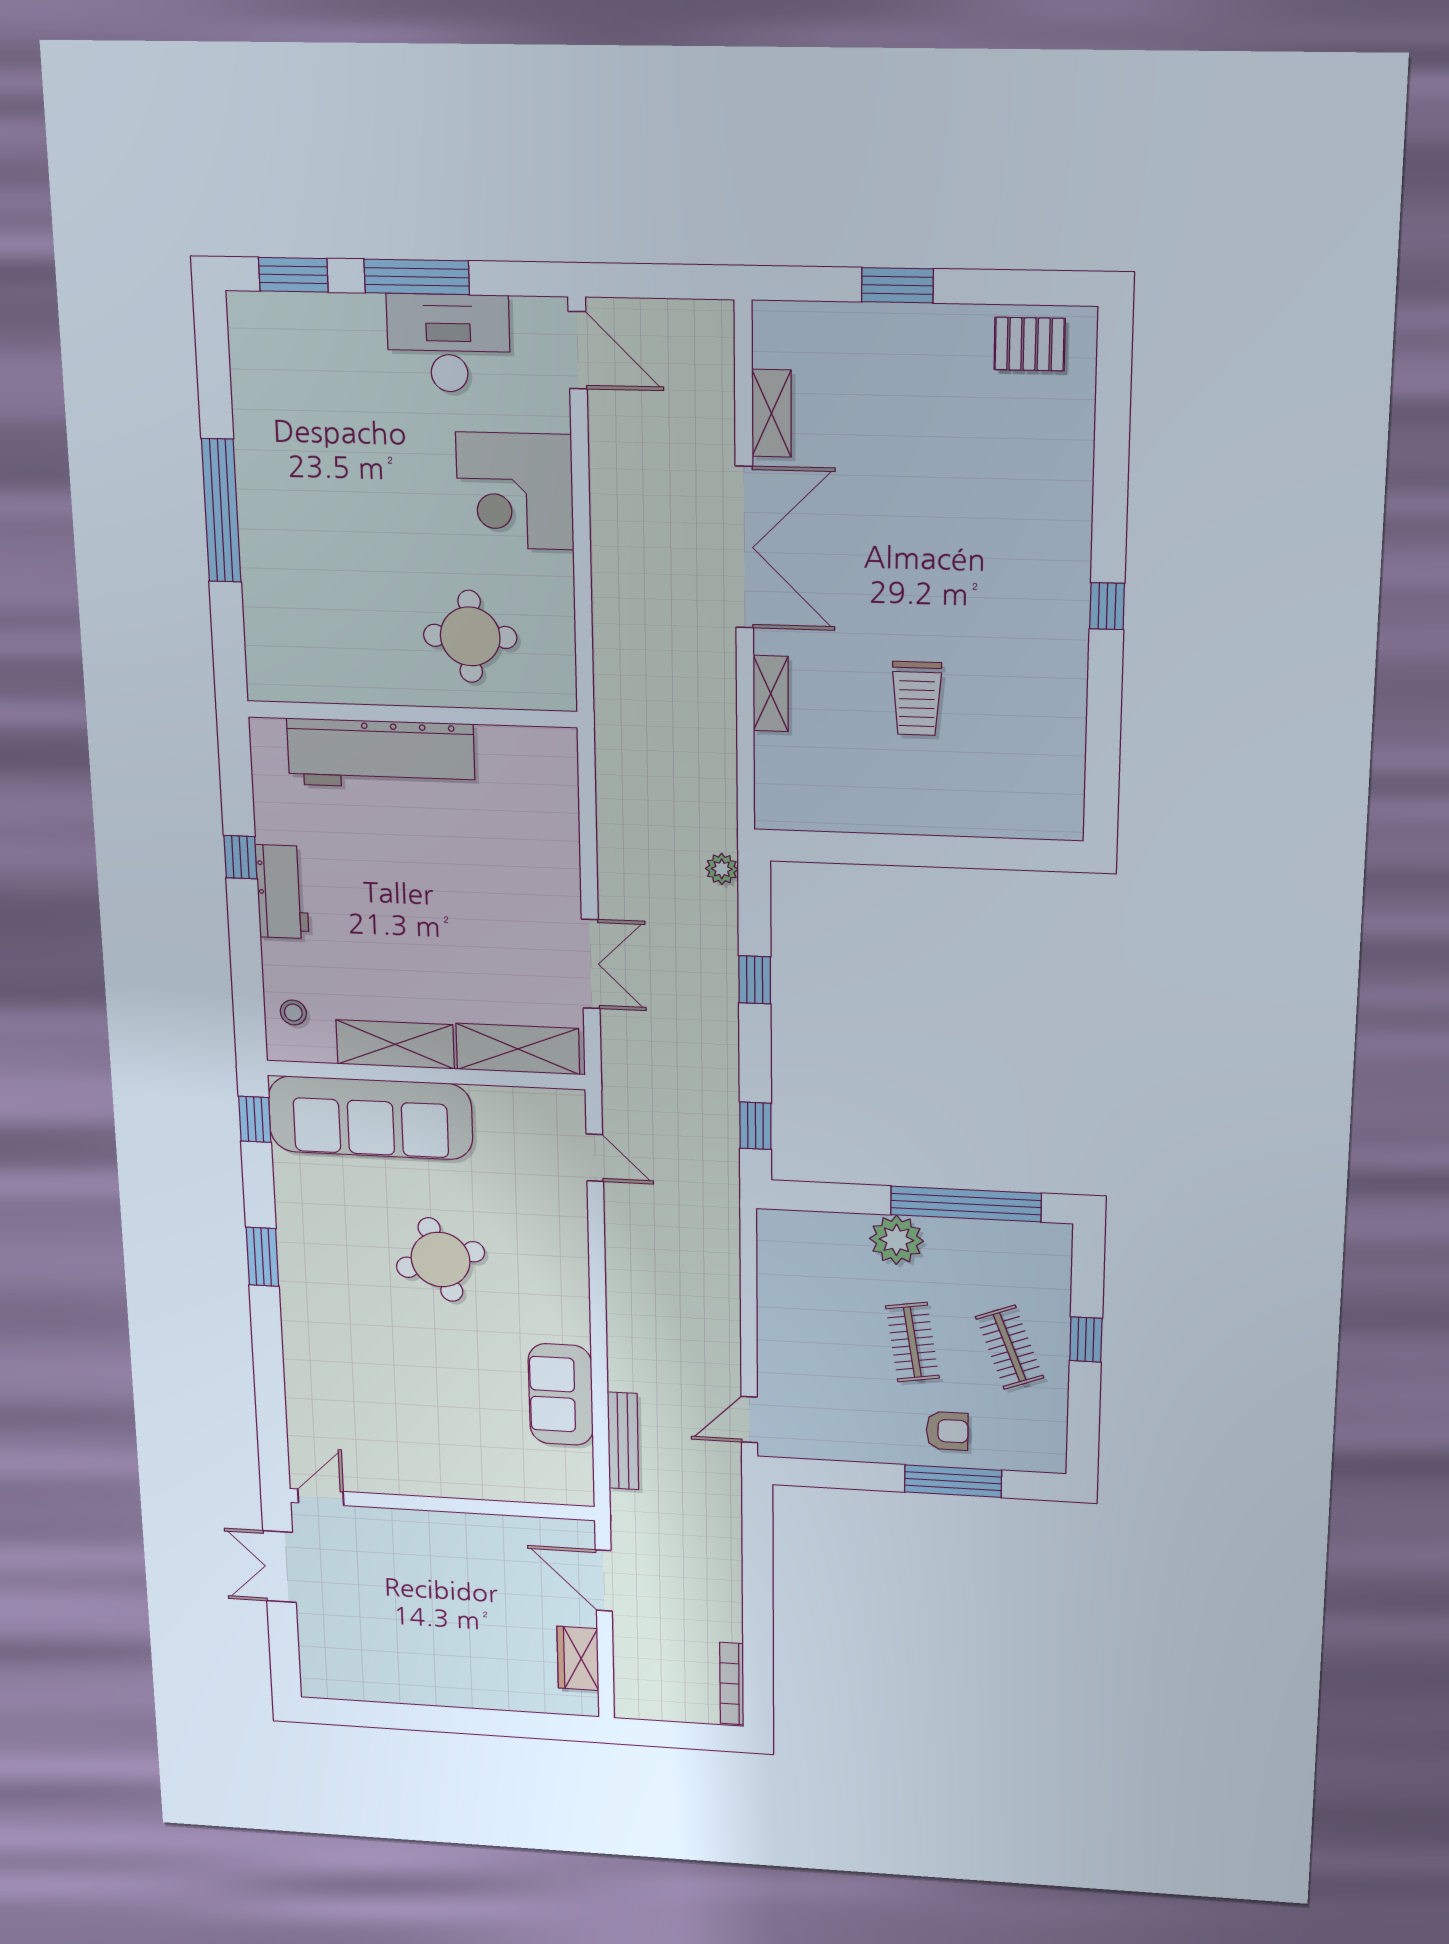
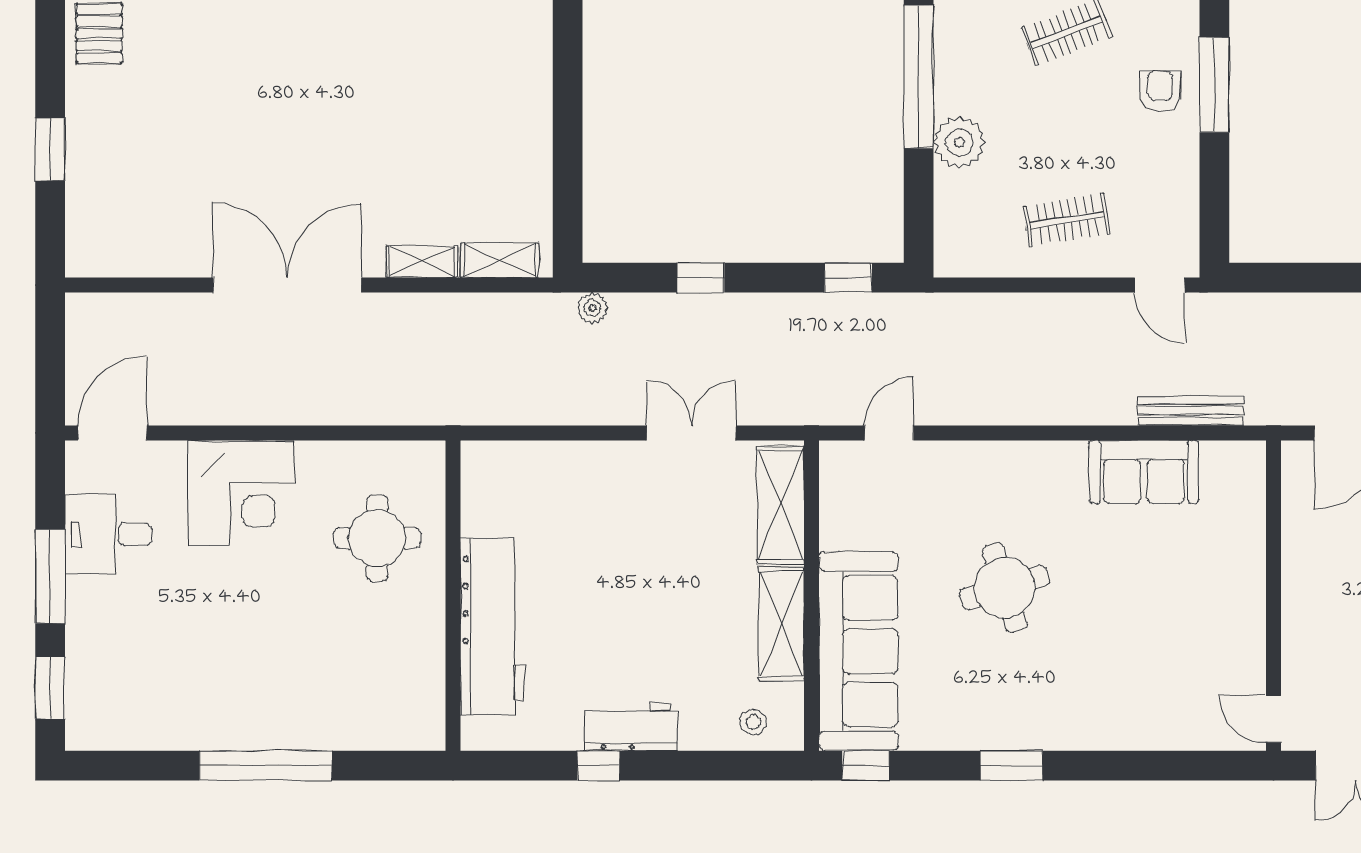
desk: (449, 343) -> (108, 534), width x0.73
shelving: (771, 413) -> (500, 260), moved
trolley: (917, 699) -> (423, 129), removed
clothes rail: (912, 1342) -> (1067, 220), moved

